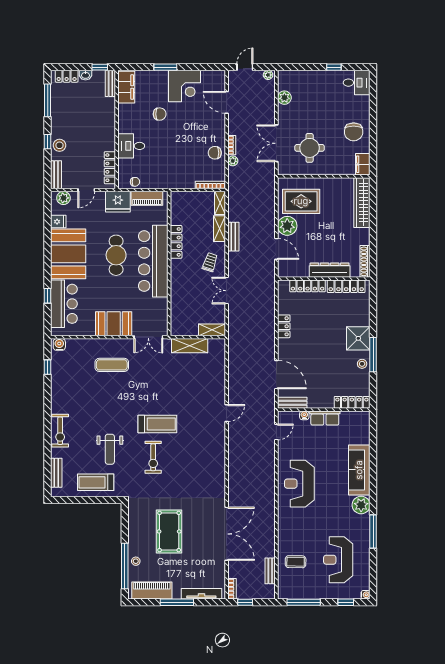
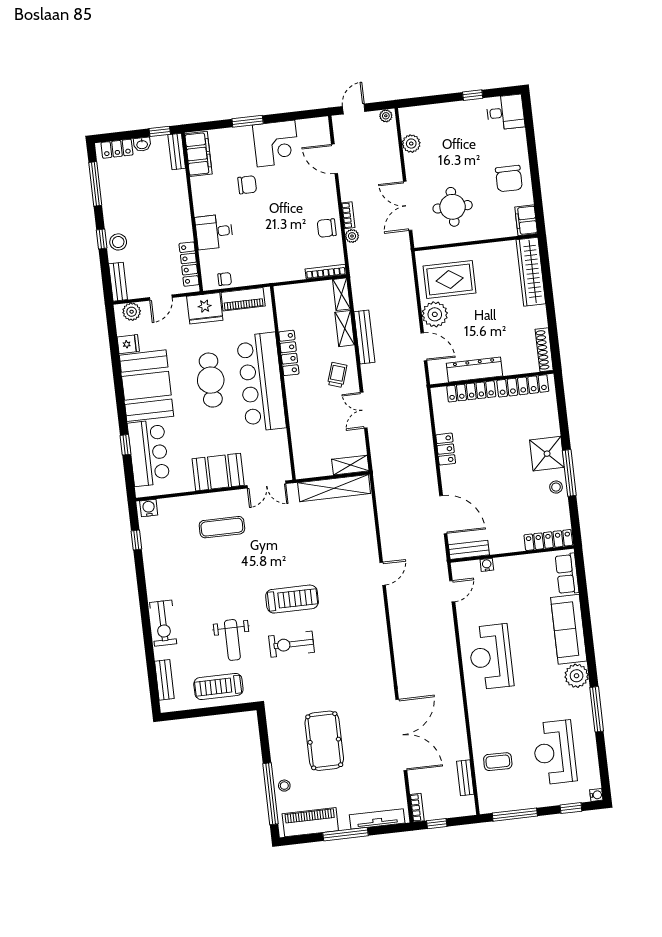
bench: (233, 237) -> (364, 337), width x1.36
dresser: (330, 270) -> (474, 370), moved
shelving: (190, 346) -> (334, 488), width x1.47
row of seats: (325, 418) -> (567, 574), moved, turned 90
exercise bike: (153, 457) -> (291, 644), turned 90

